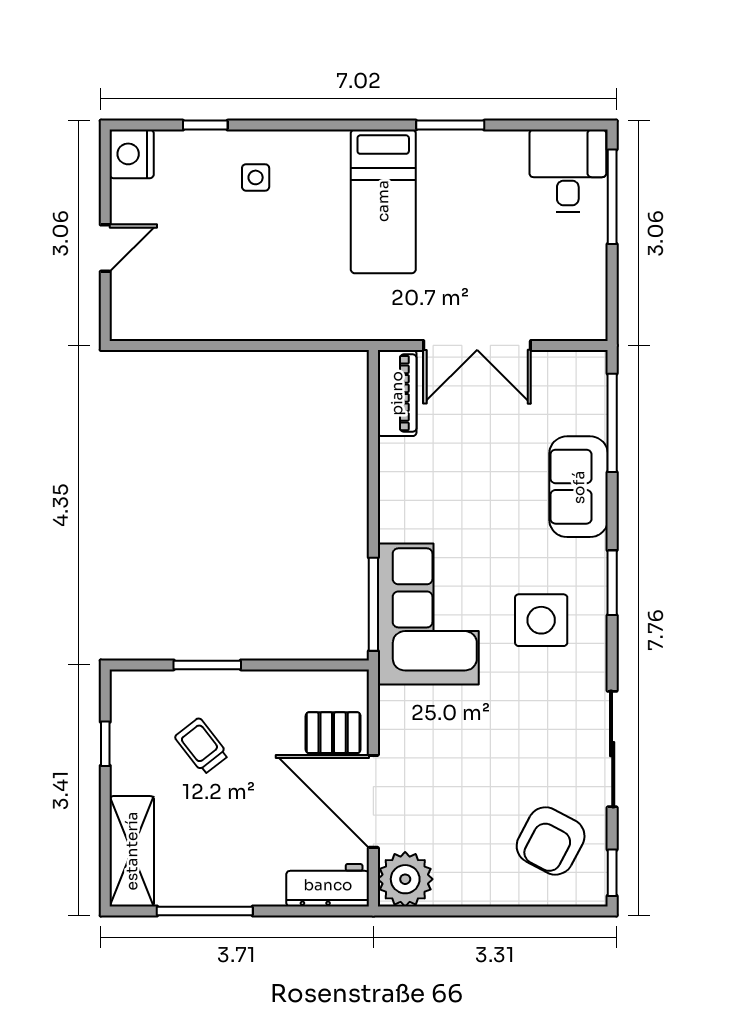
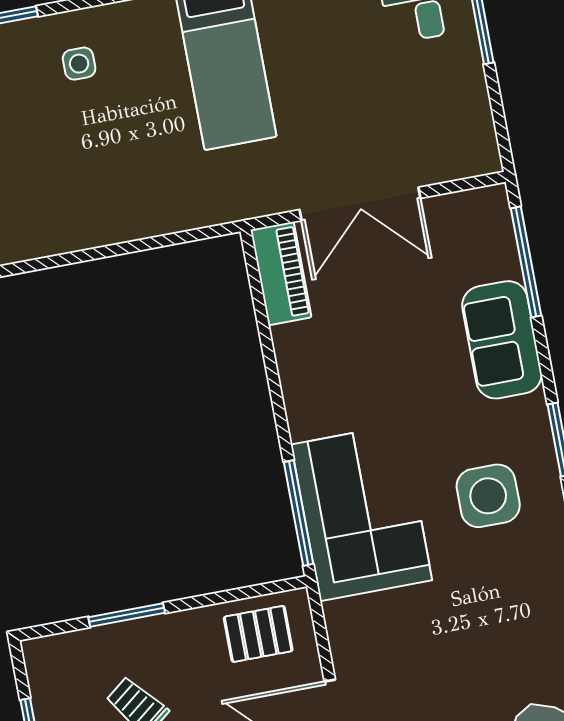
pallet: (333, 733) -> (258, 634), moved

